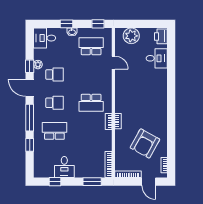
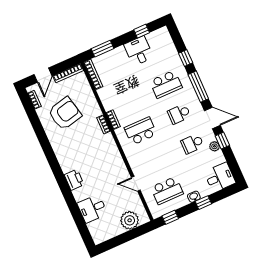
printer: (161, 36) -> (74, 180), moved
armchair: (145, 143) -> (65, 113), turned 48
door: (149, 182) -> (43, 75), swing flipped

